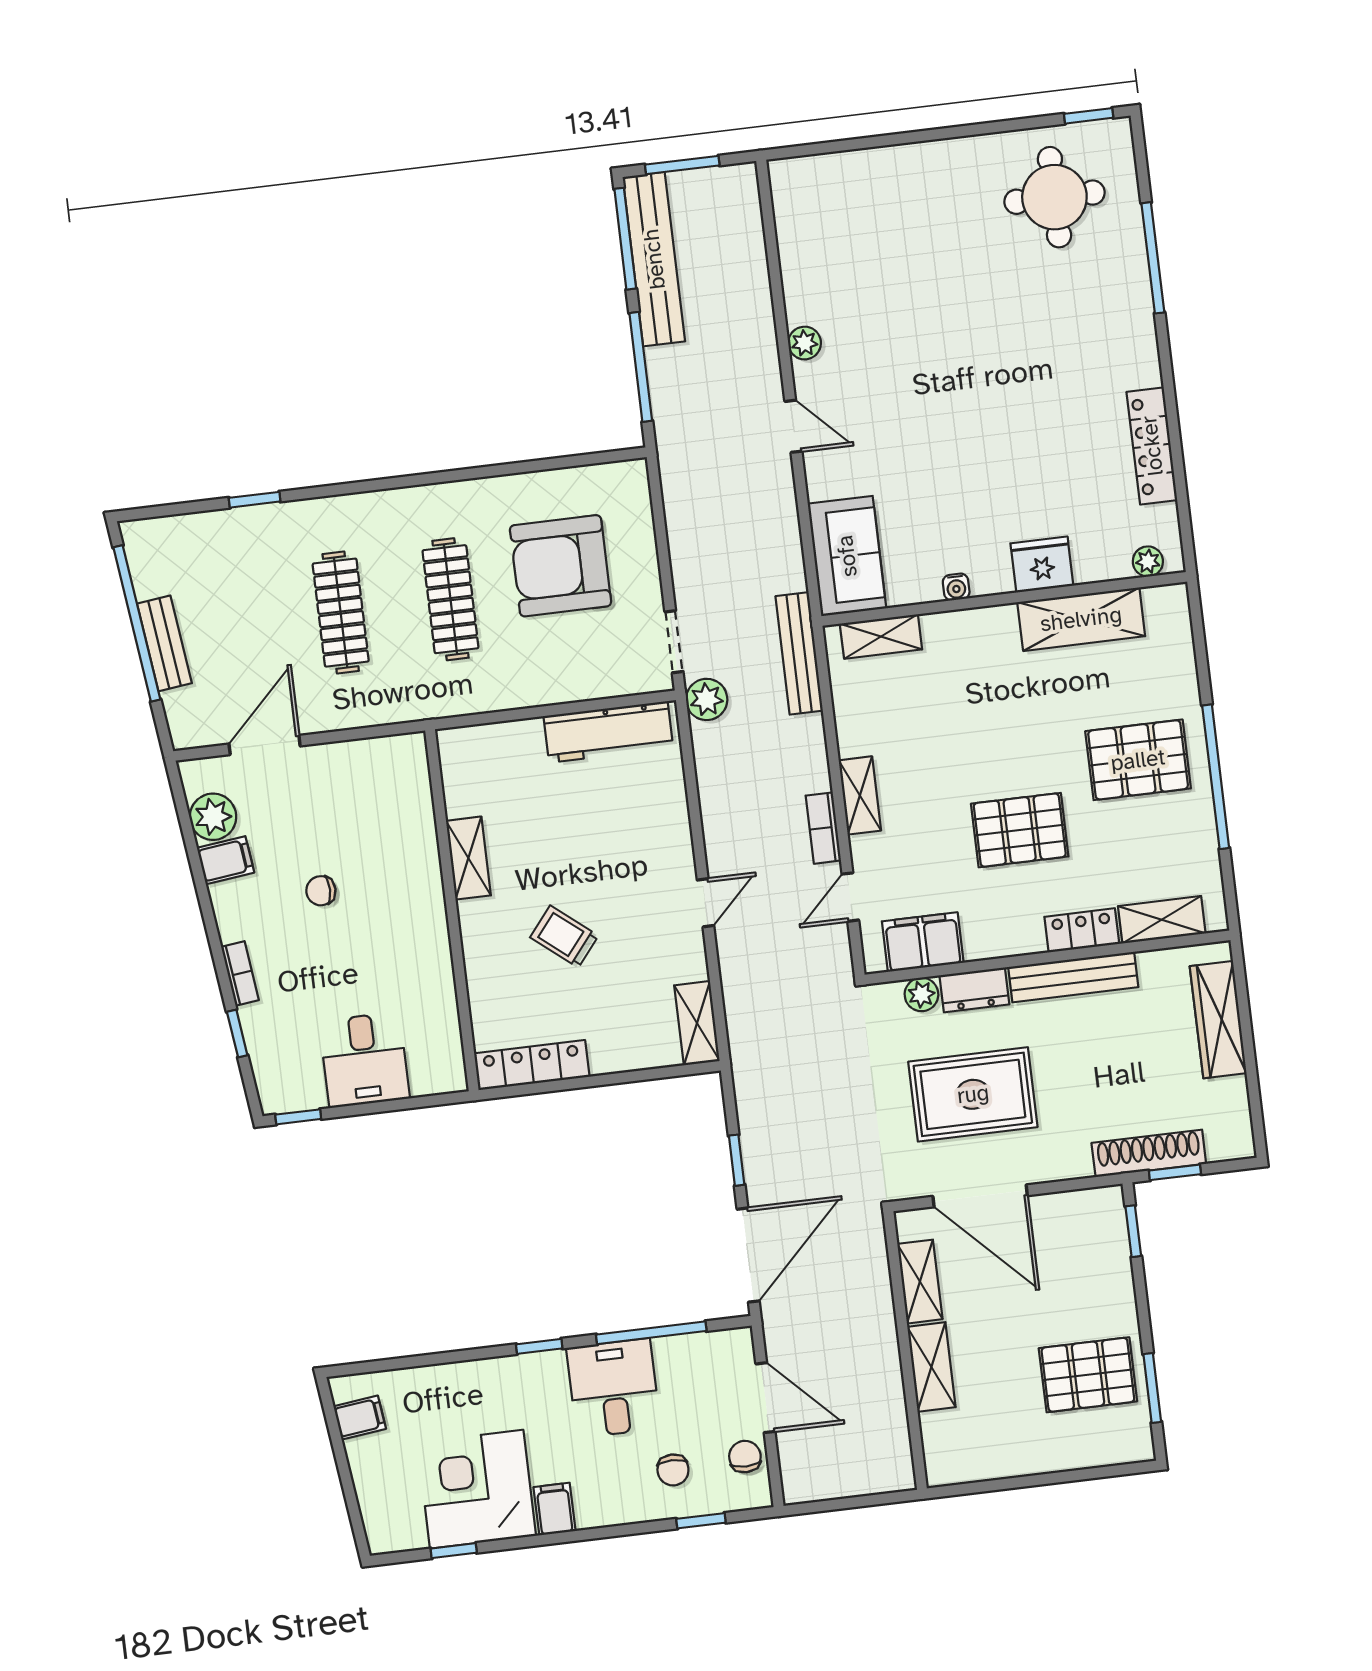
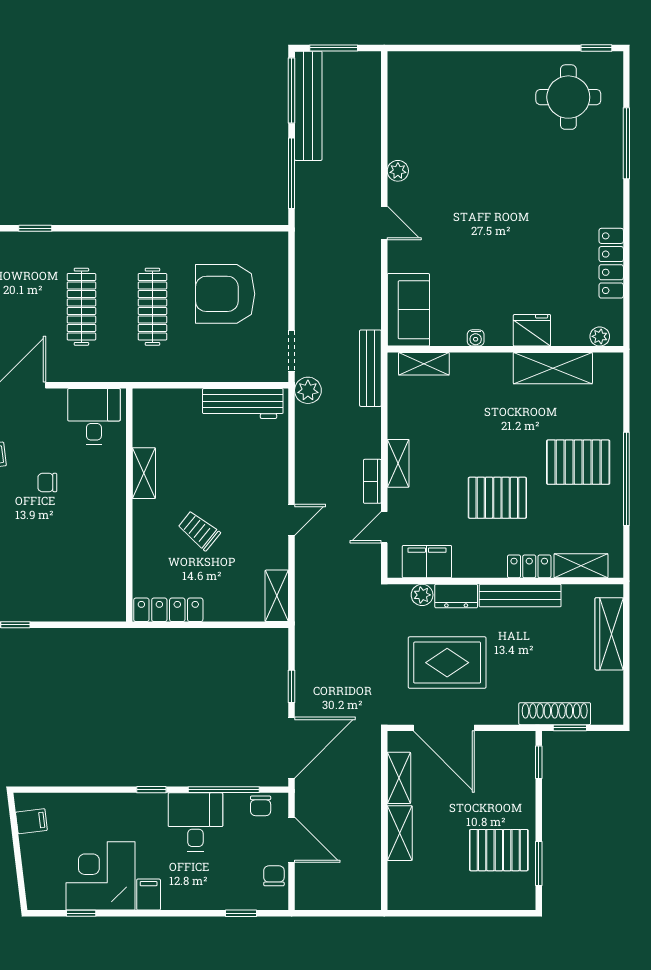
desk: (364, 1060) -> (94, 417), moved, turned 180
chair: (673, 1470) -> (261, 806), moved

